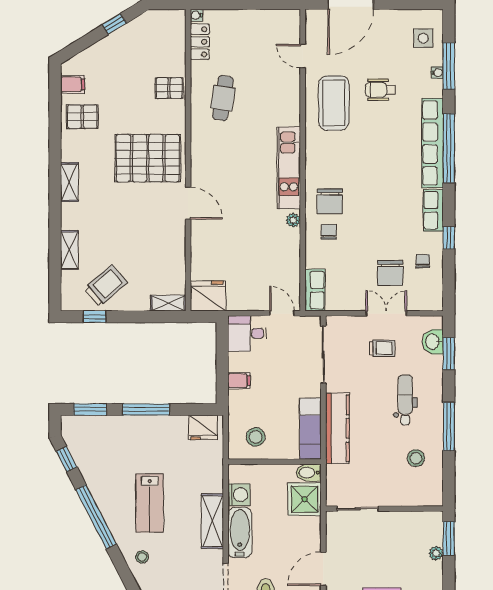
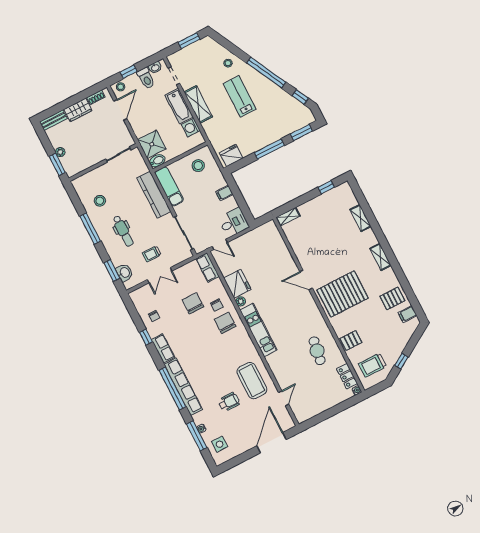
door: (303, 56) -> (284, 398), hinge flipped
chair: (390, 273) -> (193, 303), moved
trolley: (106, 286) -> (372, 365), moved, turned 41
fridge: (208, 296) -> (237, 284), moved, turned -90

